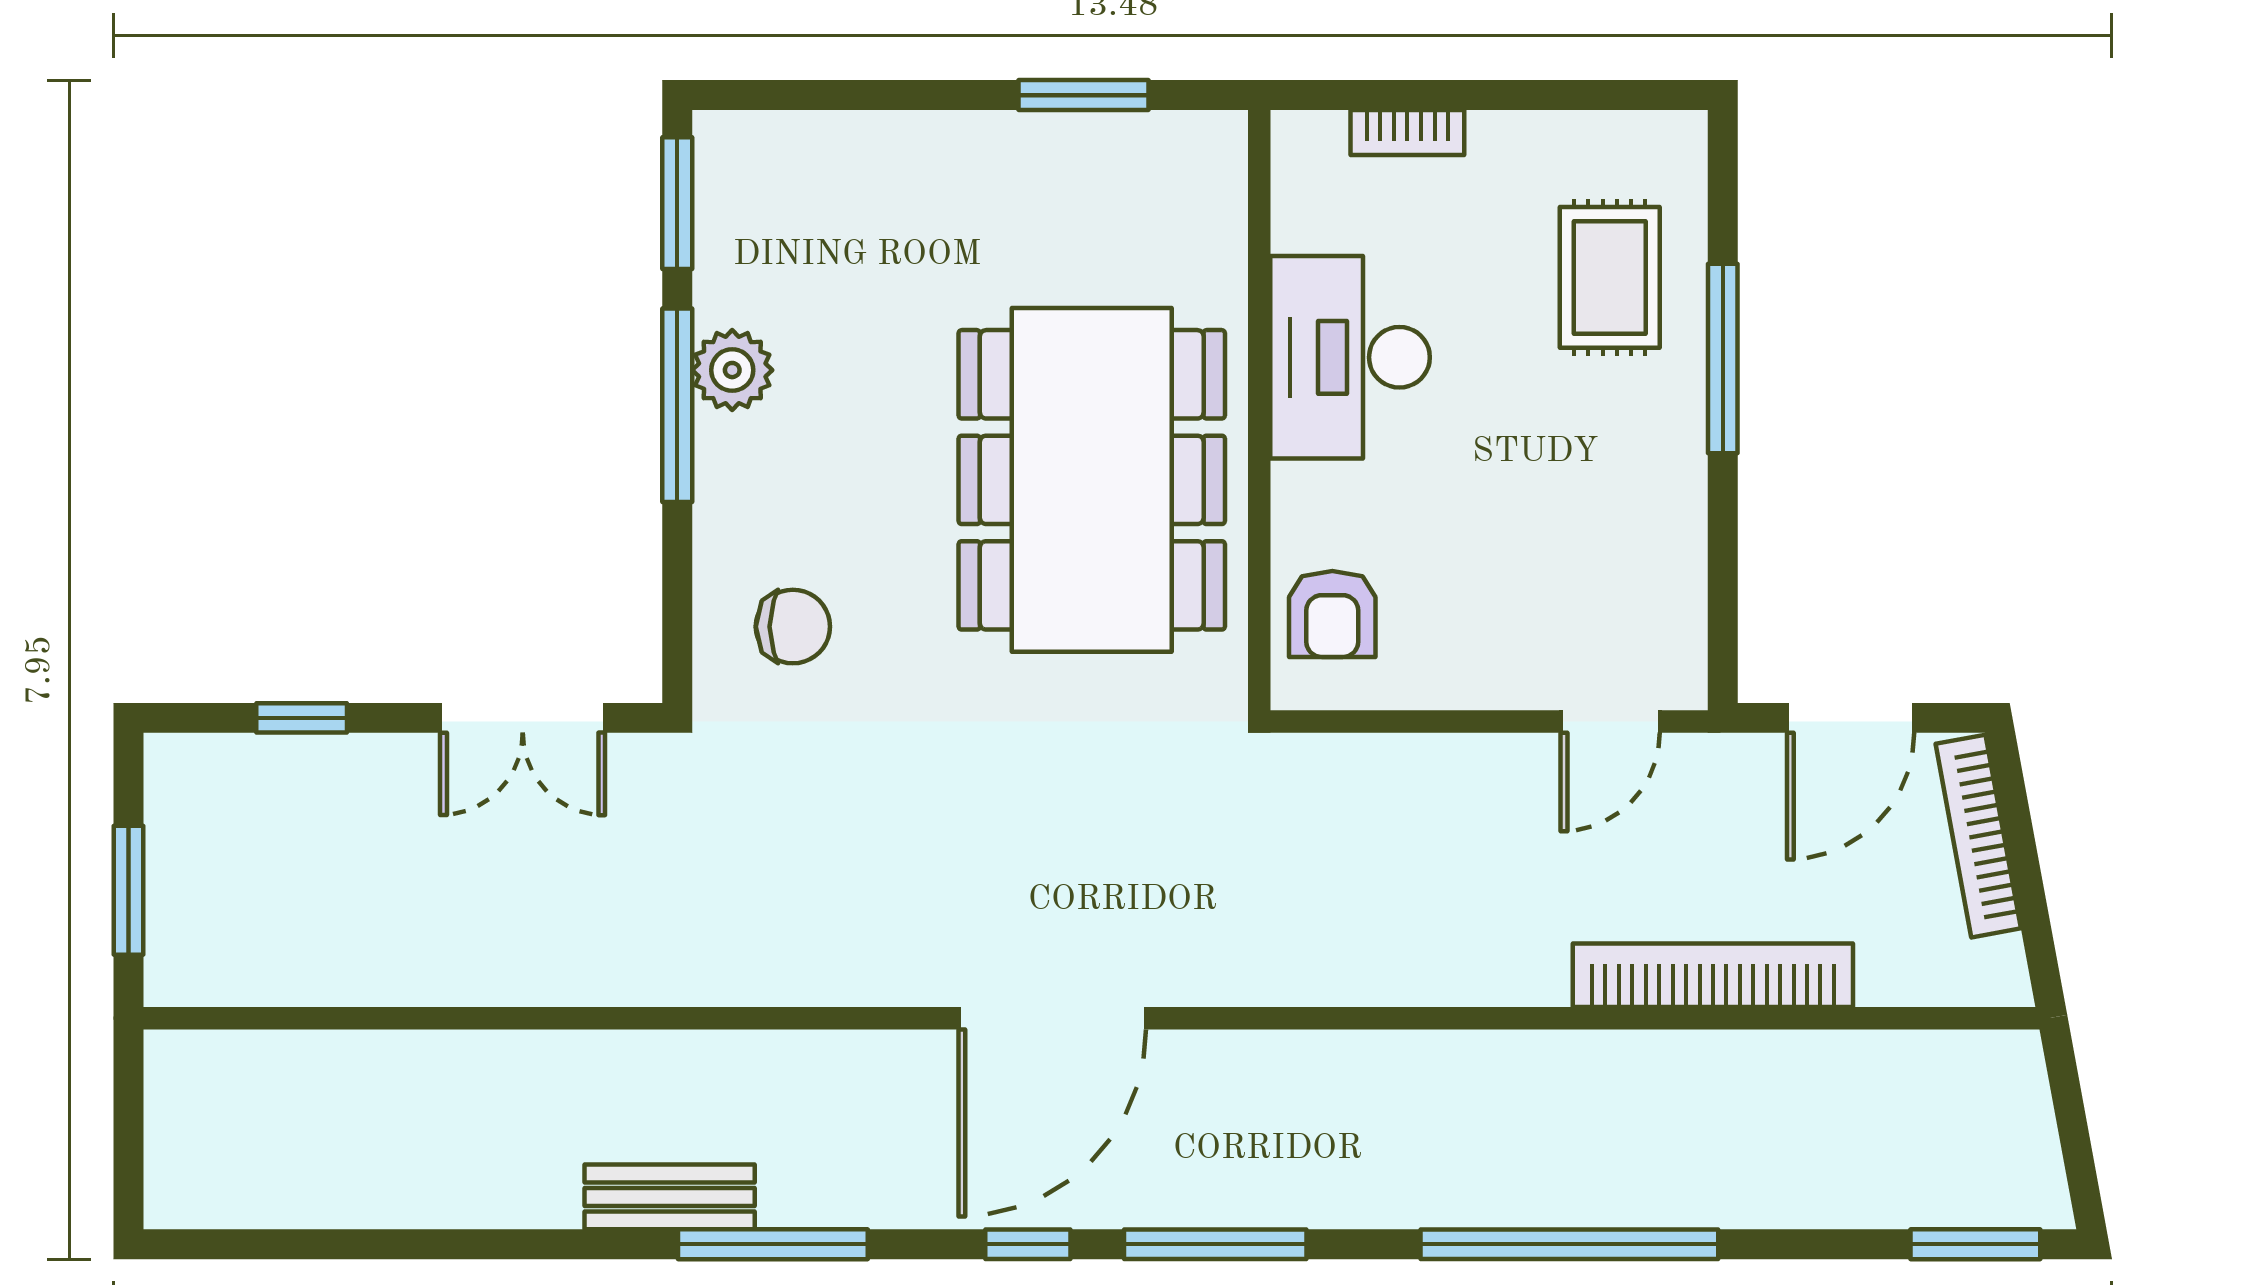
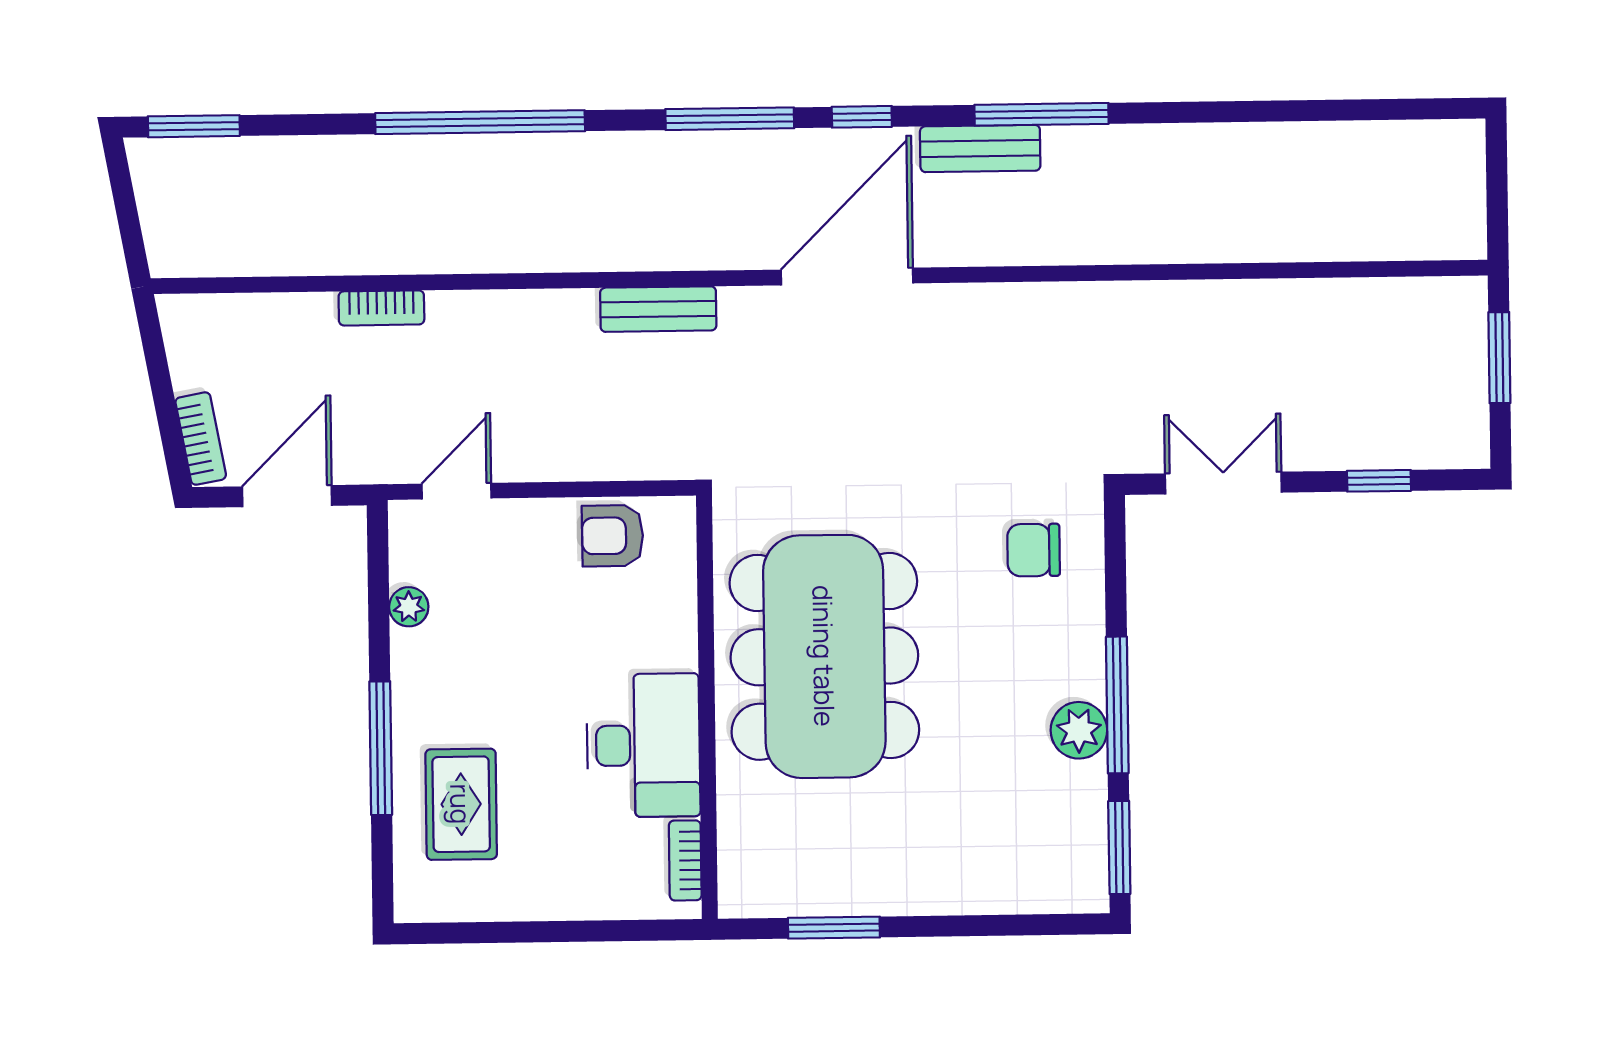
bookcase: (1407, 133) -> (685, 860), moved, turned -90
plant: (1680, 558) -> (409, 607), added
armchair: (1332, 614) -> (613, 536), moved, turned -90
bookcase: (1978, 836) -> (201, 439), width x0.64
bookcase: (1713, 975) -> (381, 308), width x0.43, depth x0.76
bench: (1320, 976) -> (658, 309), added
bench: (670, 1197) -> (980, 149), moved

